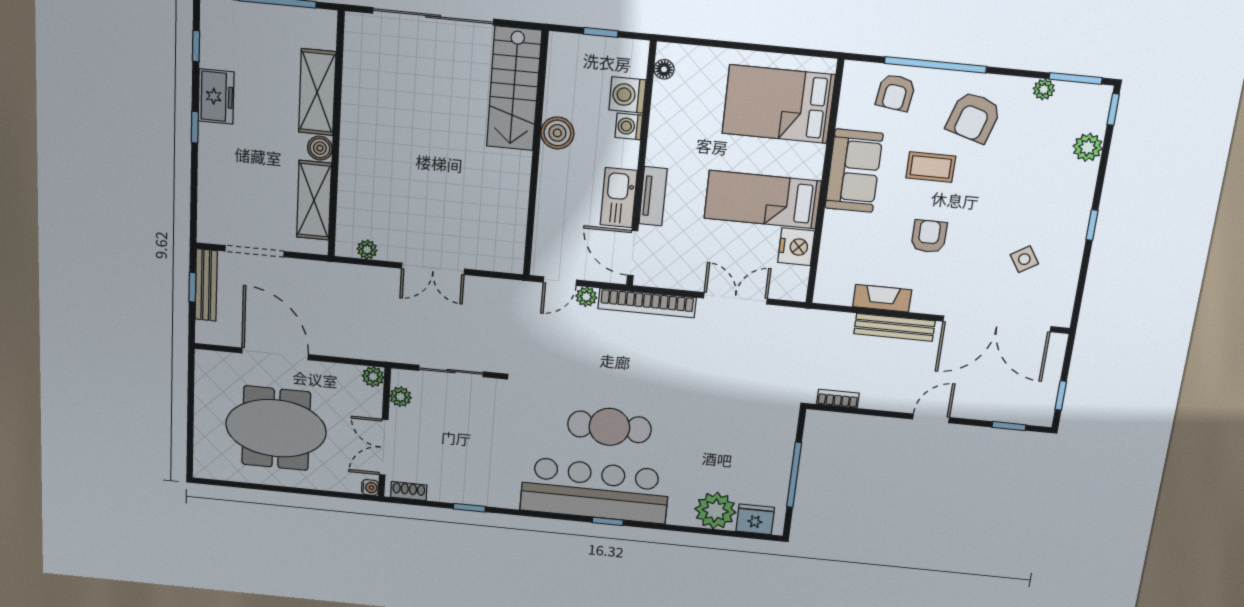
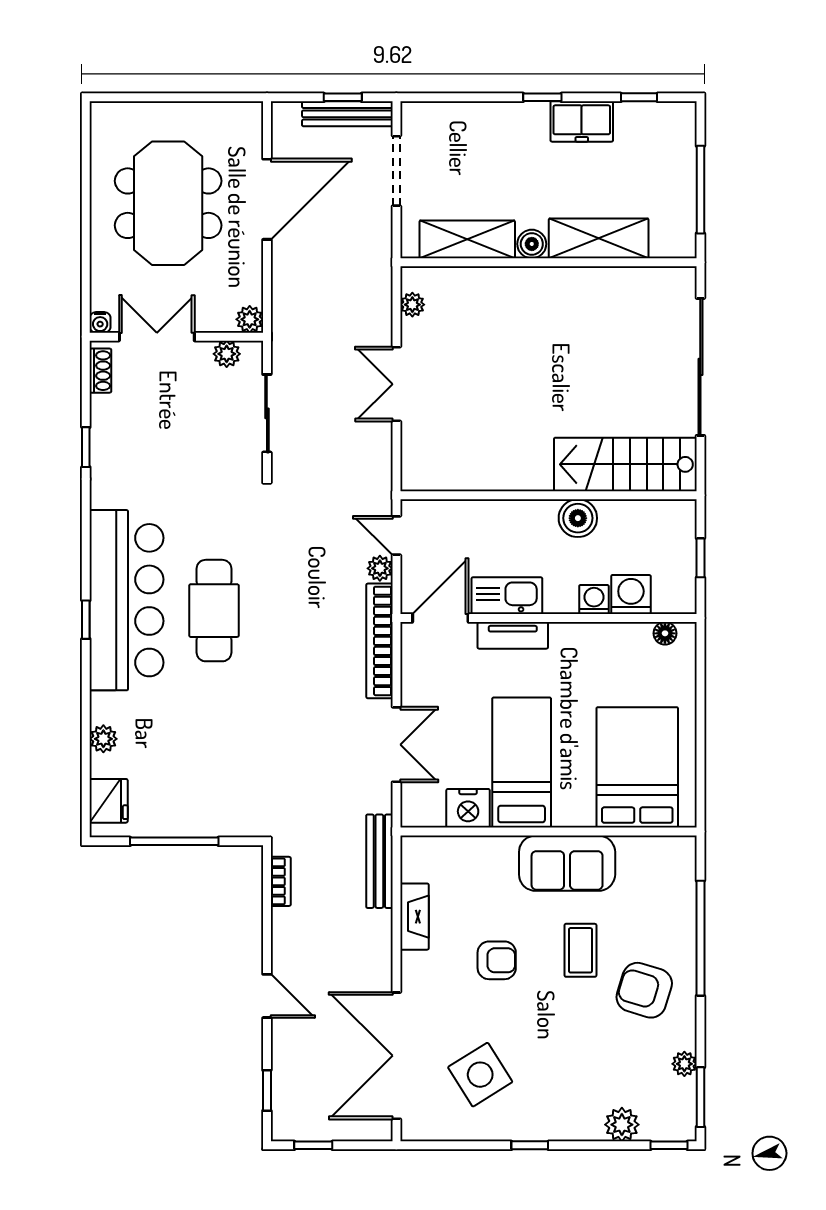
armchair: (896, 93) -> (664, 898), removed
side table: (1024, 259) -> (480, 1075), width x1.87, depth x1.87
bench: (894, 327) -> (379, 861), moved
plant: (715, 511) -> (103, 739), width x0.53, depth x0.53

